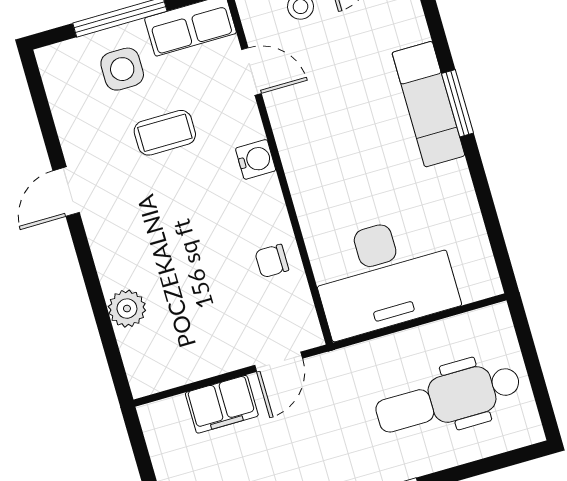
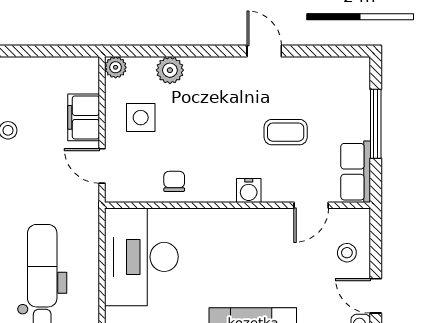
side table: (122, 69) -> (141, 118), moved
coffee table: (165, 133) -> (286, 132), turned 90
plant: (144, 381) -> (116, 67), added

